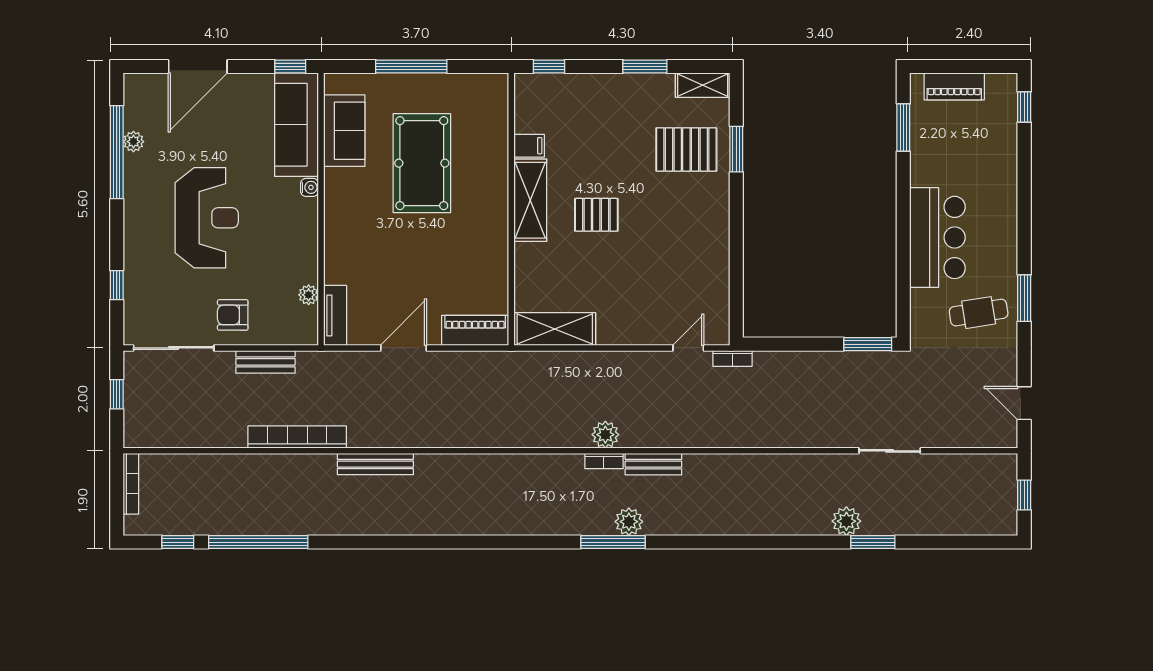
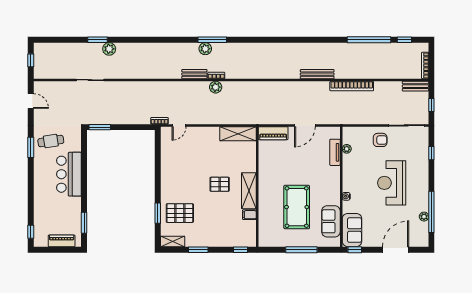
sofa: (297, 125) -> (352, 230), width x0.73
tv unit: (335, 315) -> (335, 152), moved
bench: (265, 362) -> (415, 86), moved

